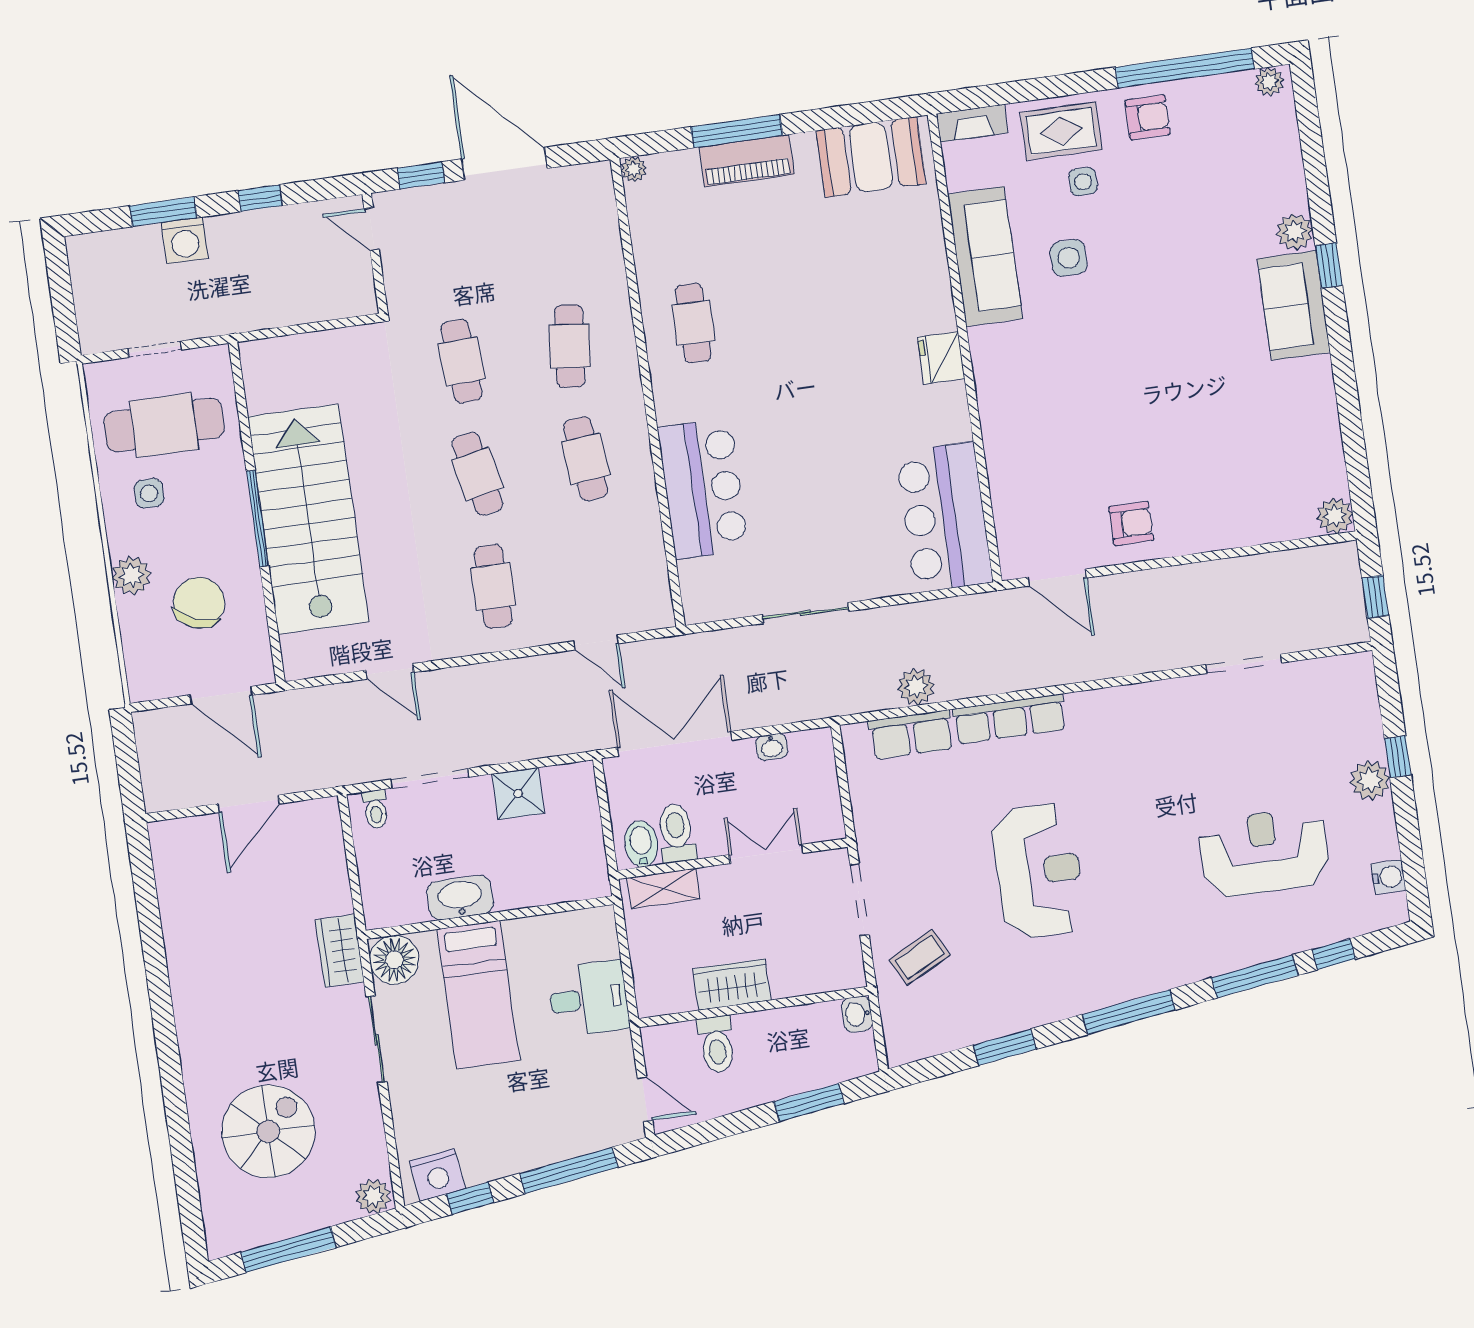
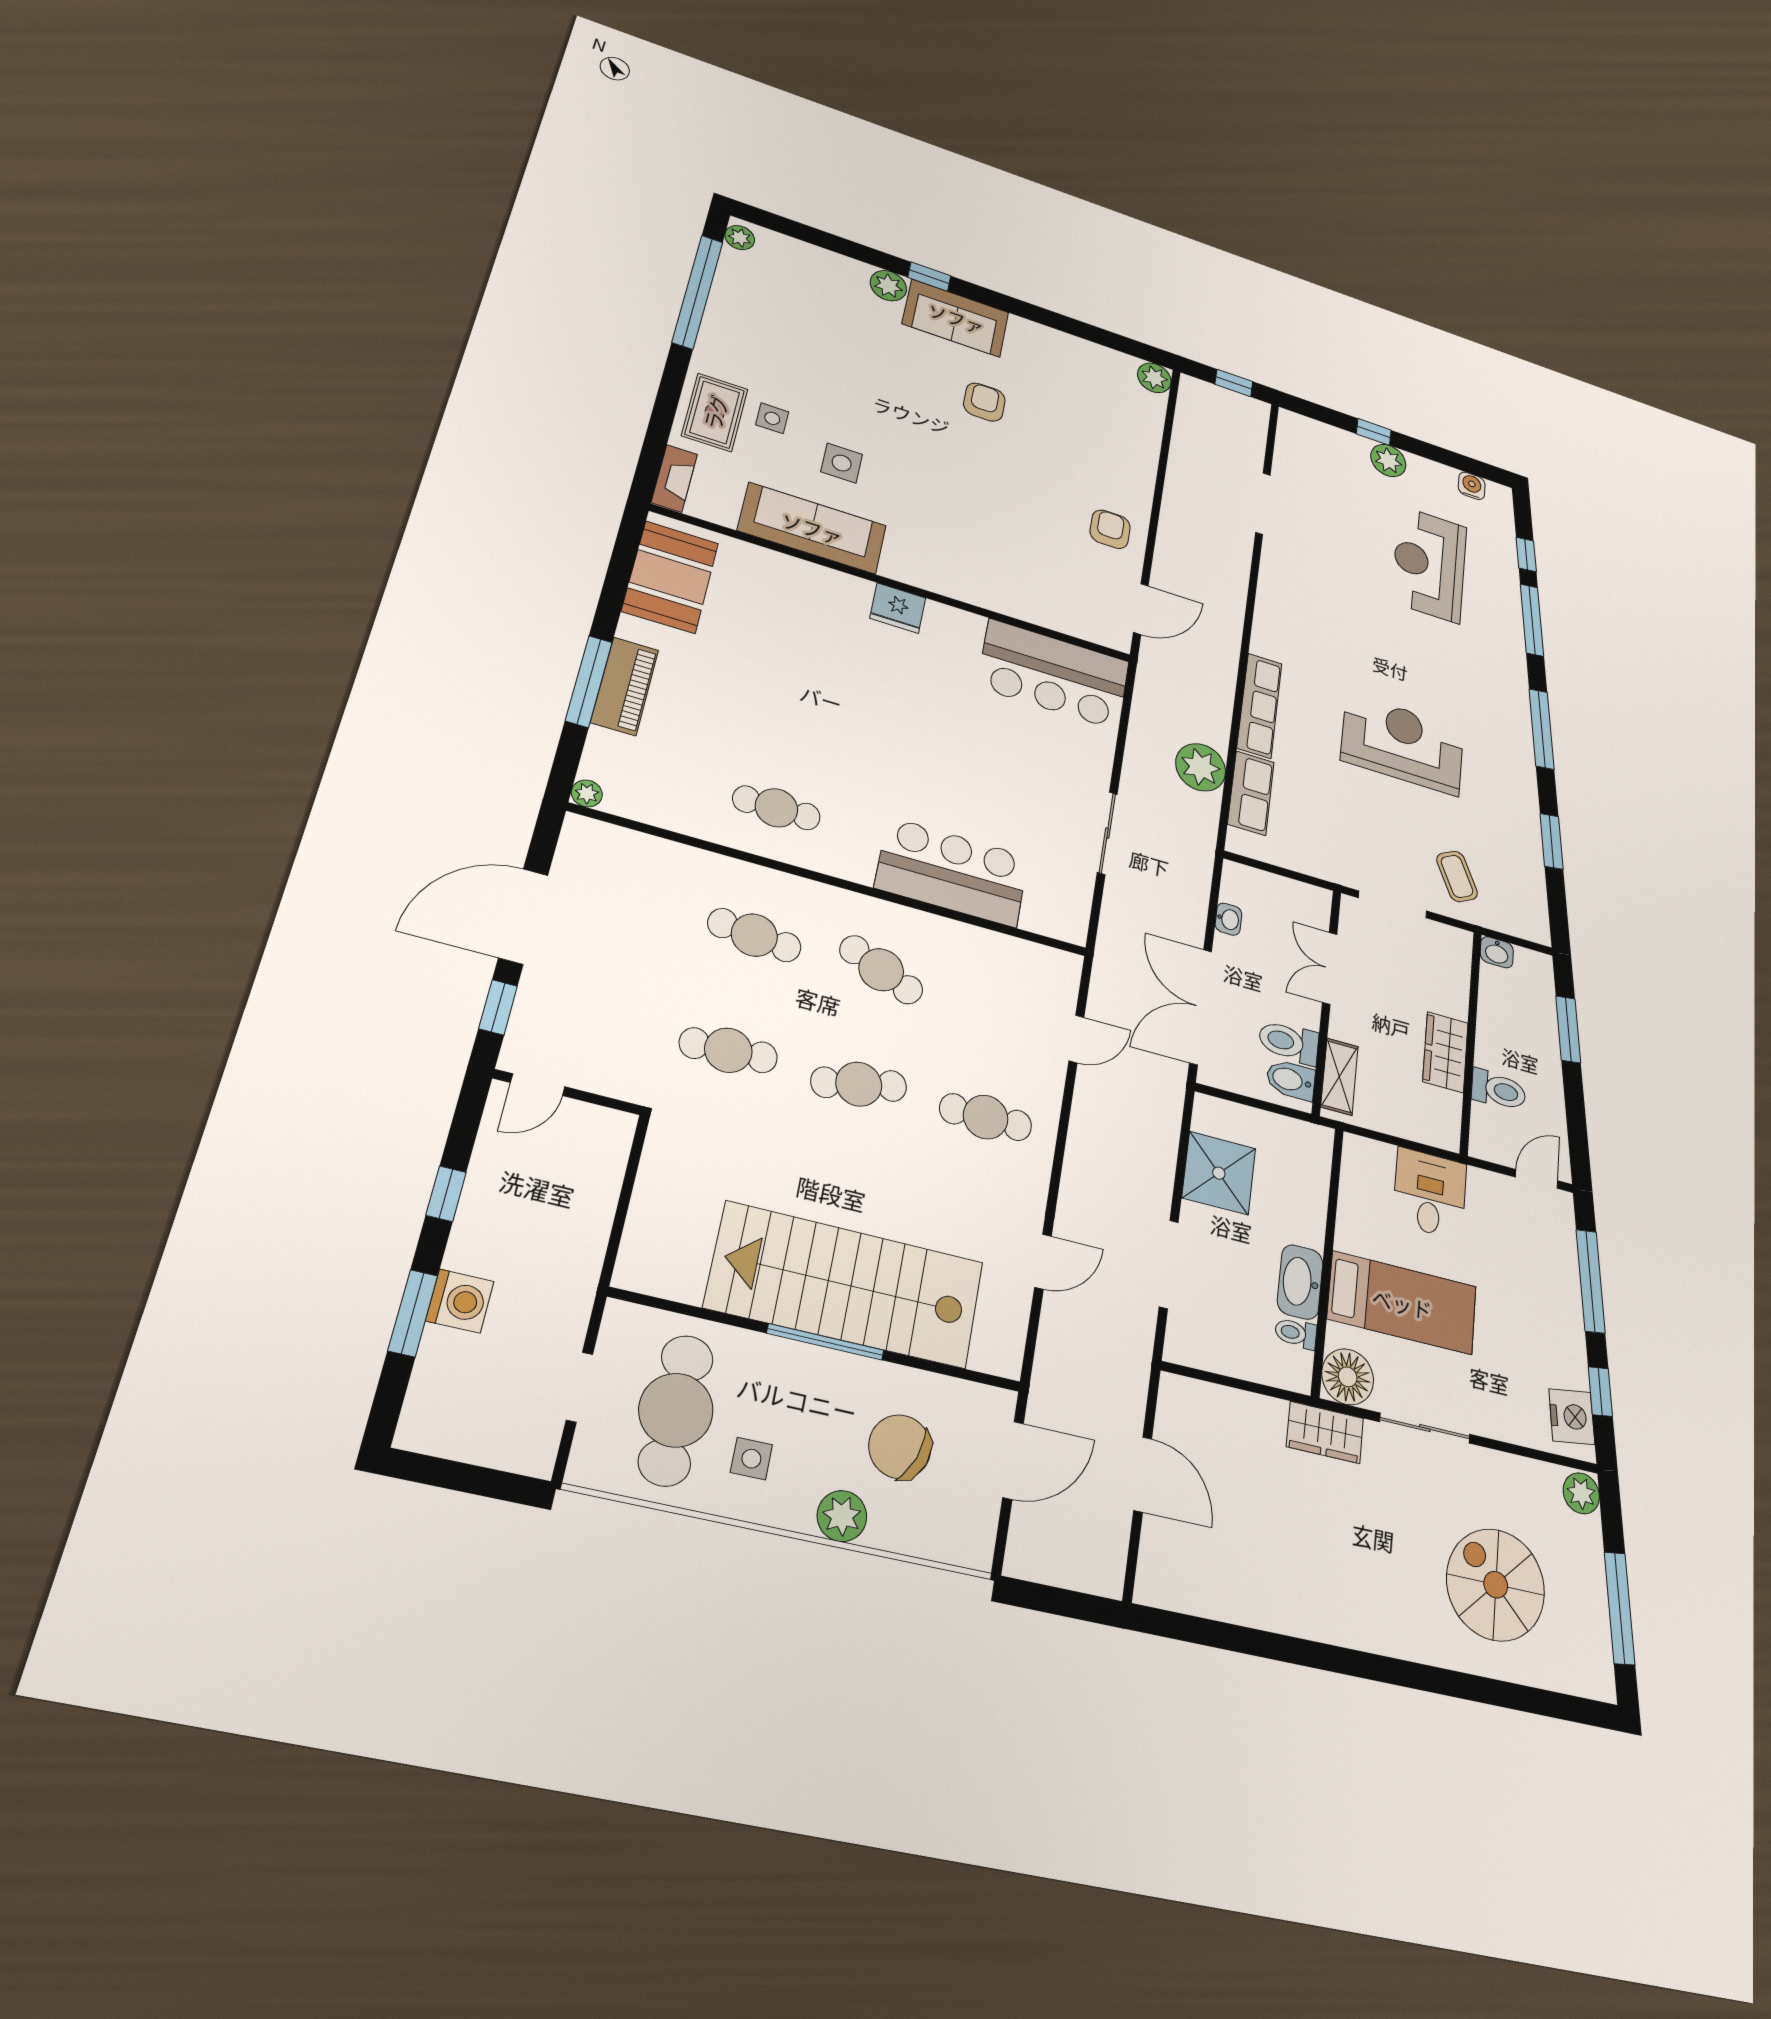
armchair: (1148, 117) -> (984, 402), moved
cafe table: (585, 459) -> (881, 970), turned 30
plant: (916, 687) -> (1201, 767), width x1.36, depth x1.36
shower: (518, 793) -> (1219, 1173), width x1.36, depth x1.36
toilet: (375, 809) -> (1296, 1333), moved, turned 180

